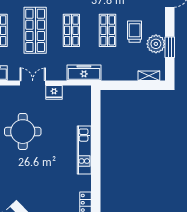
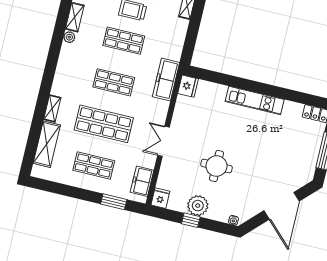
fridge: (54, 92) -> (188, 86), moved
round table: (23, 132) -> (216, 166), width x0.73, depth x0.73

